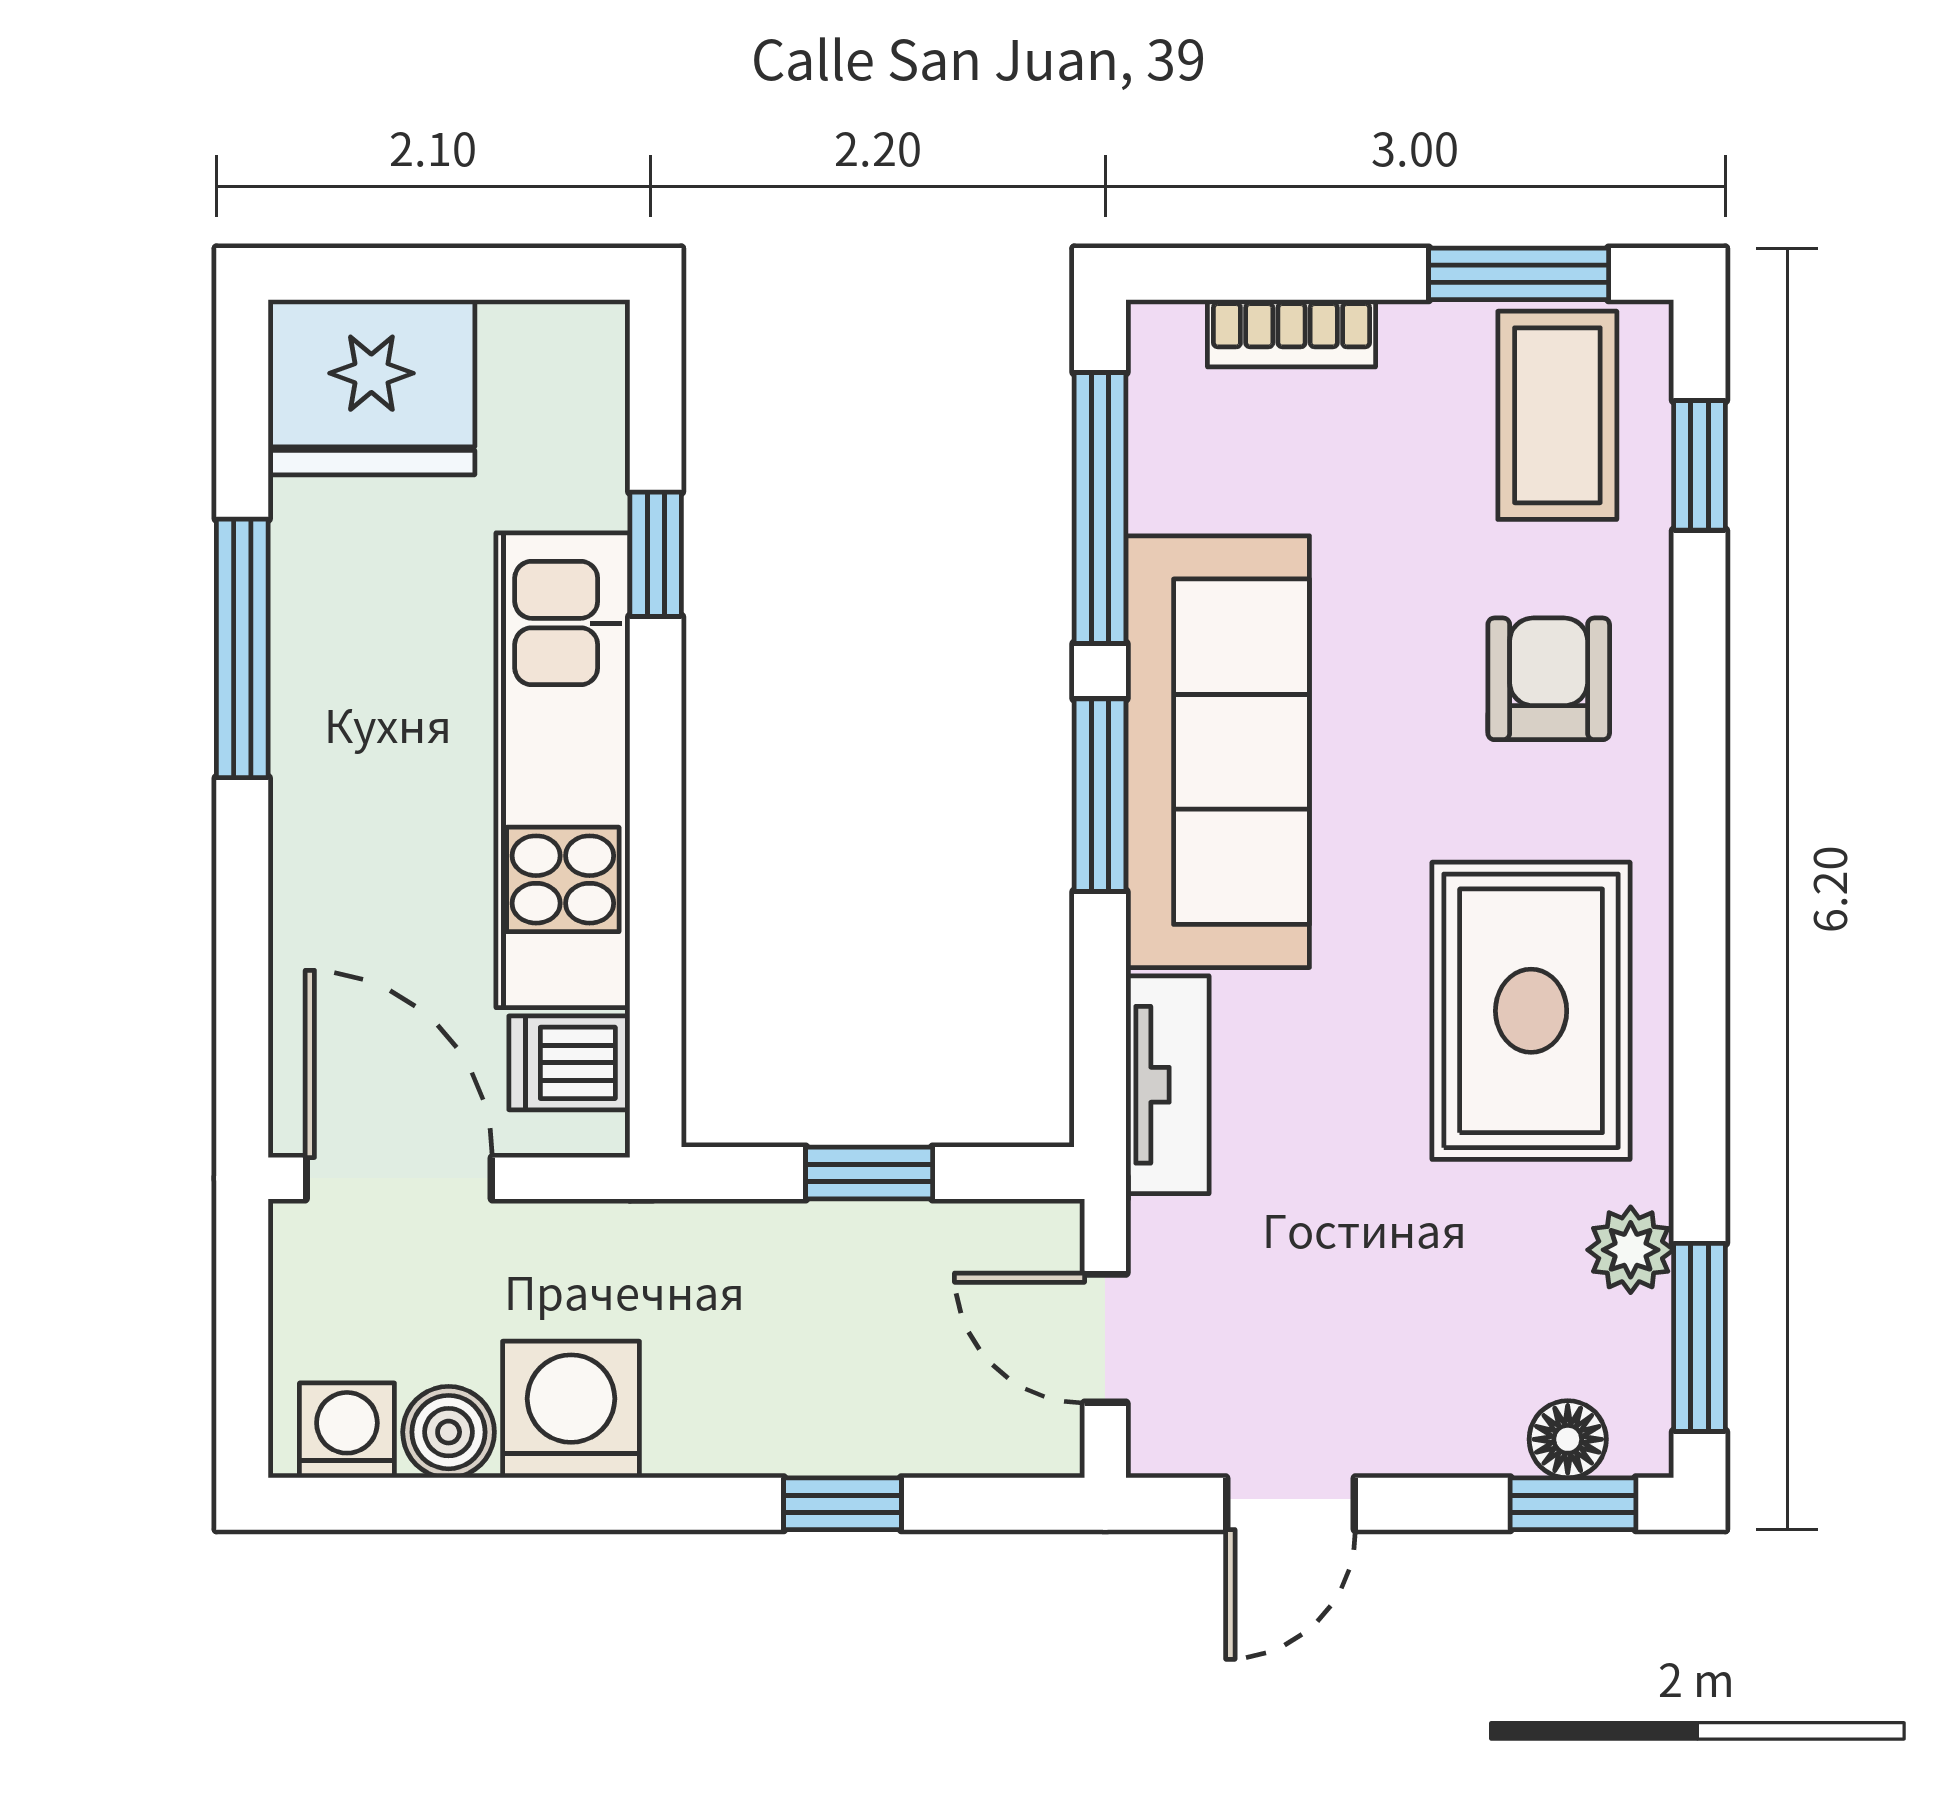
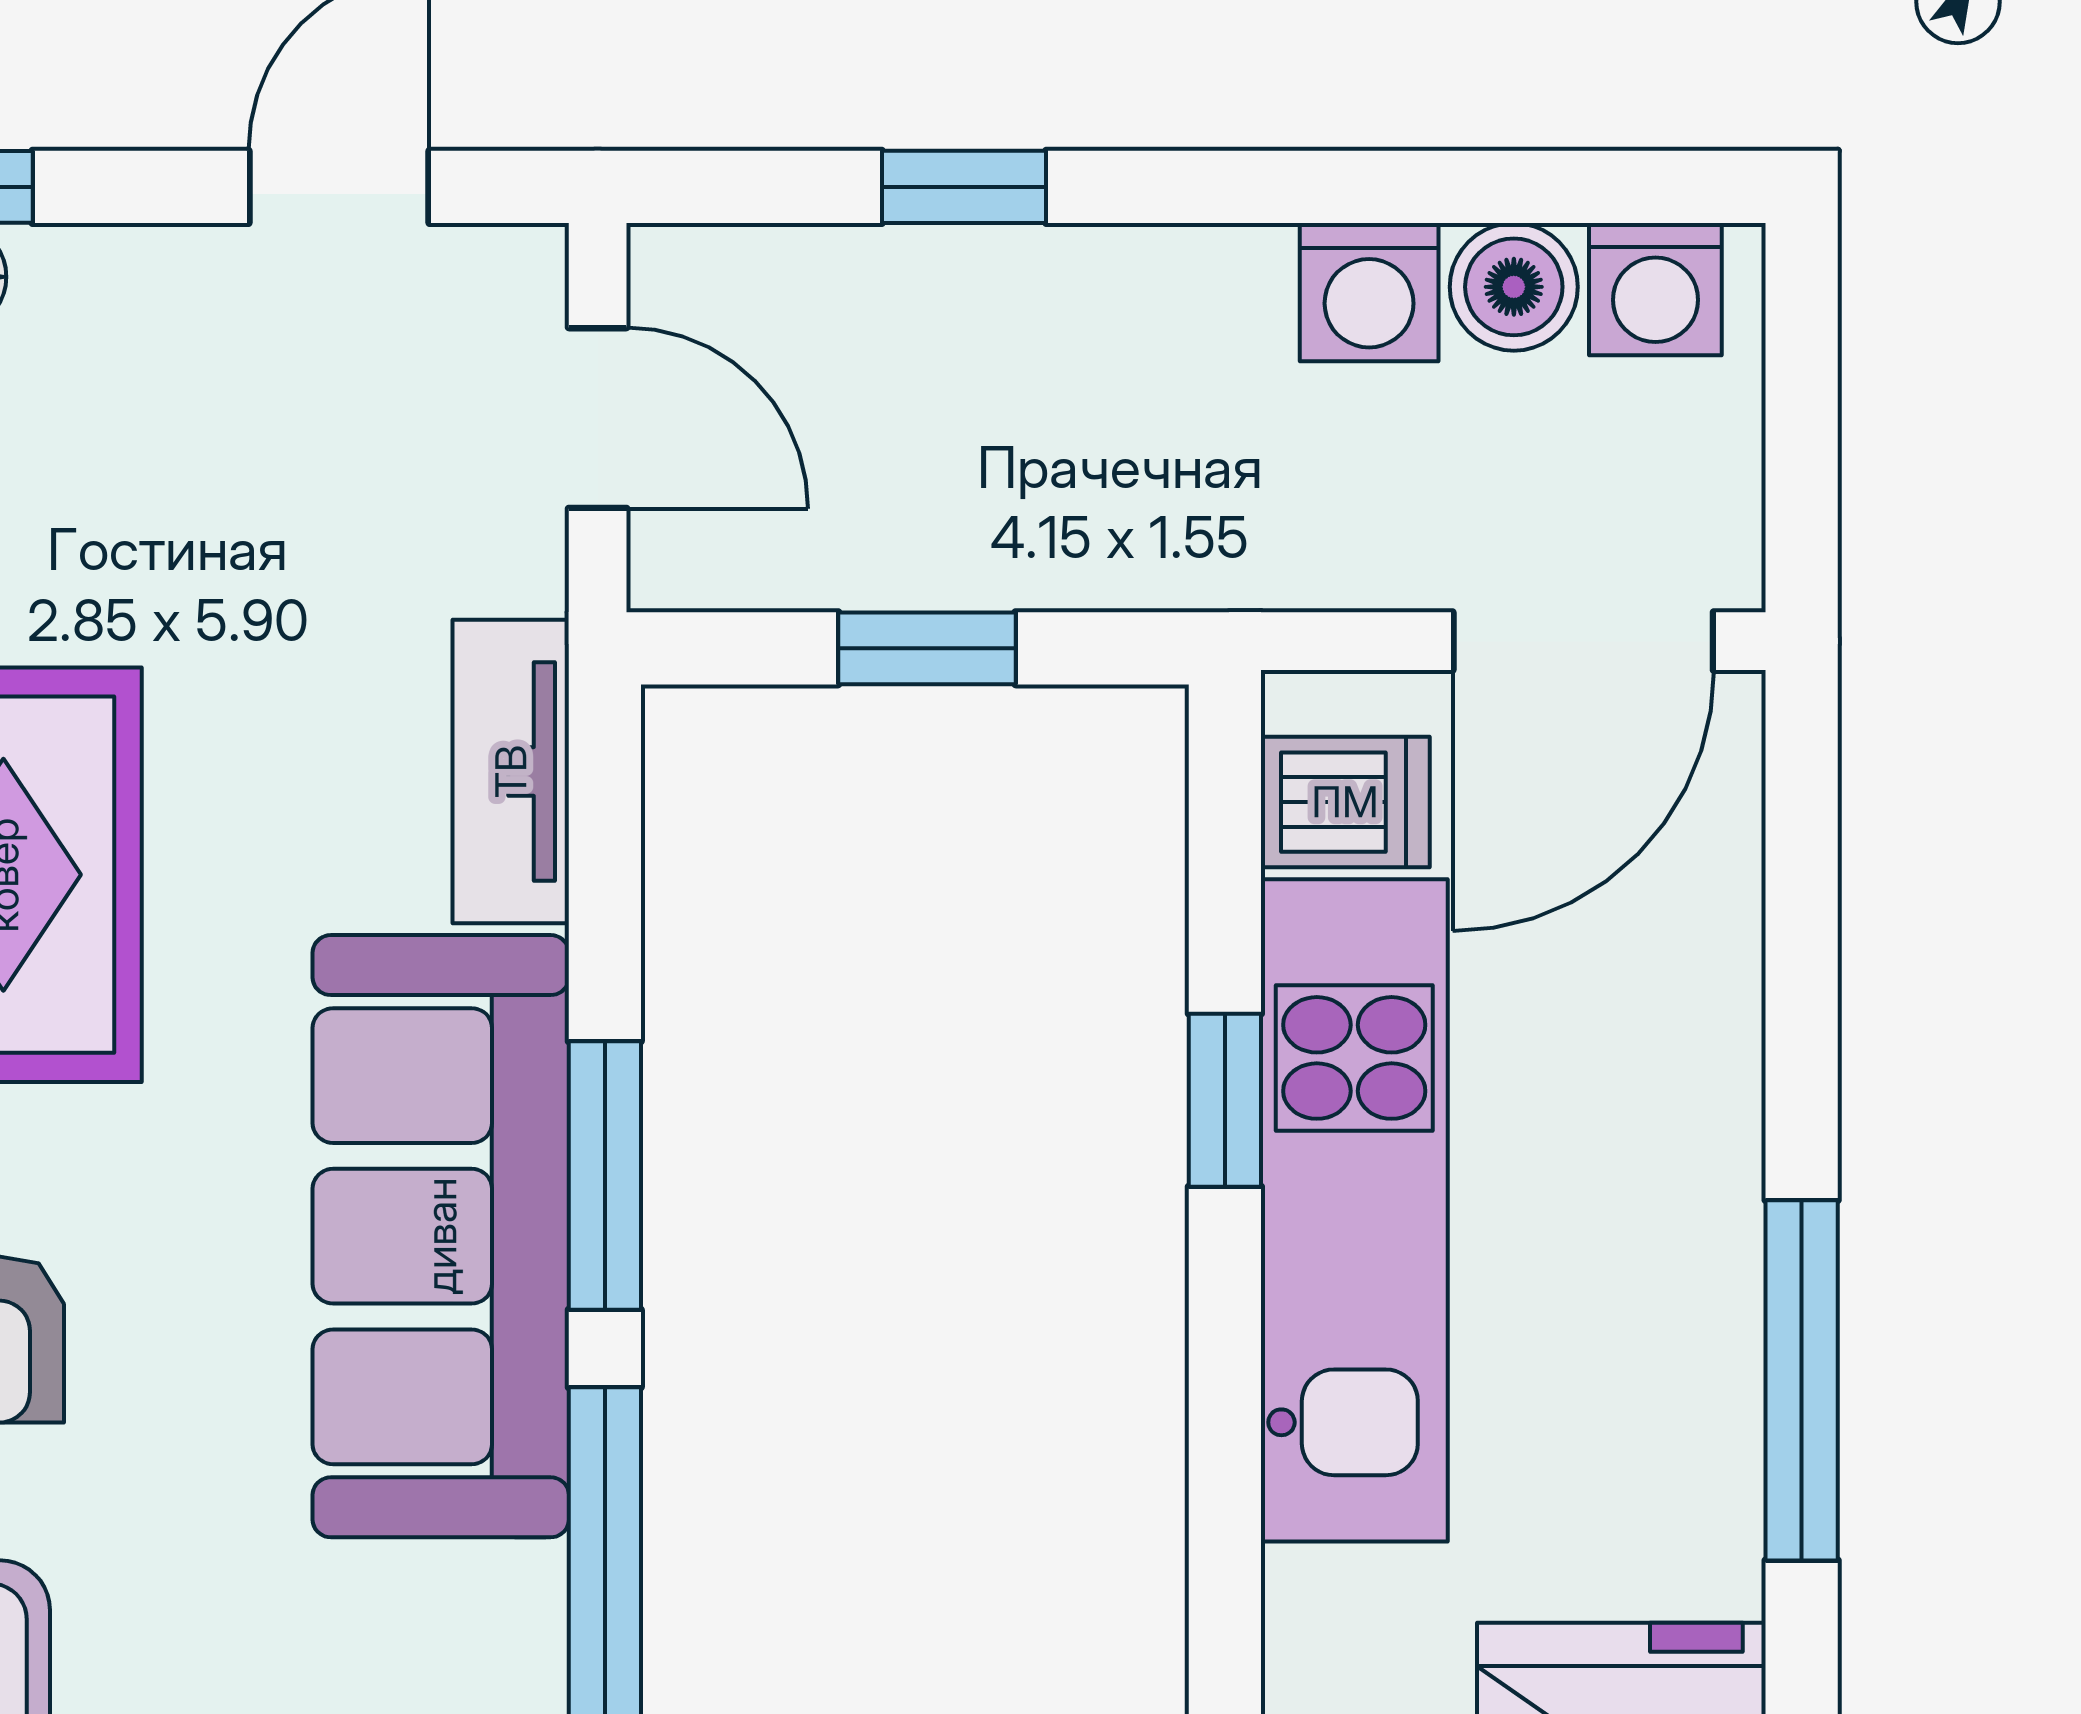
window: (656, 554) -> (1225, 1100), moved
door: (399, 1178) -> (1583, 641), hinge flipped
washing machine: (571, 1410) -> (1369, 292), width x0.73, depth x0.73

